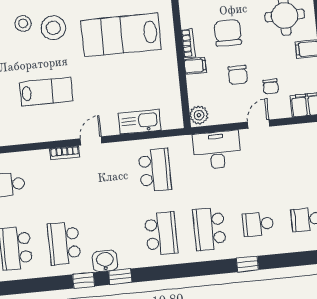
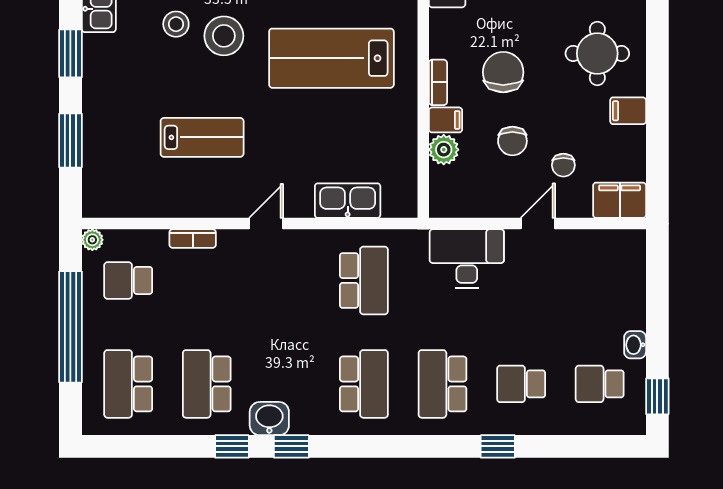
plant: (199, 115) -> (444, 150), moved
bookcase: (65, 153) -> (193, 239), moved

